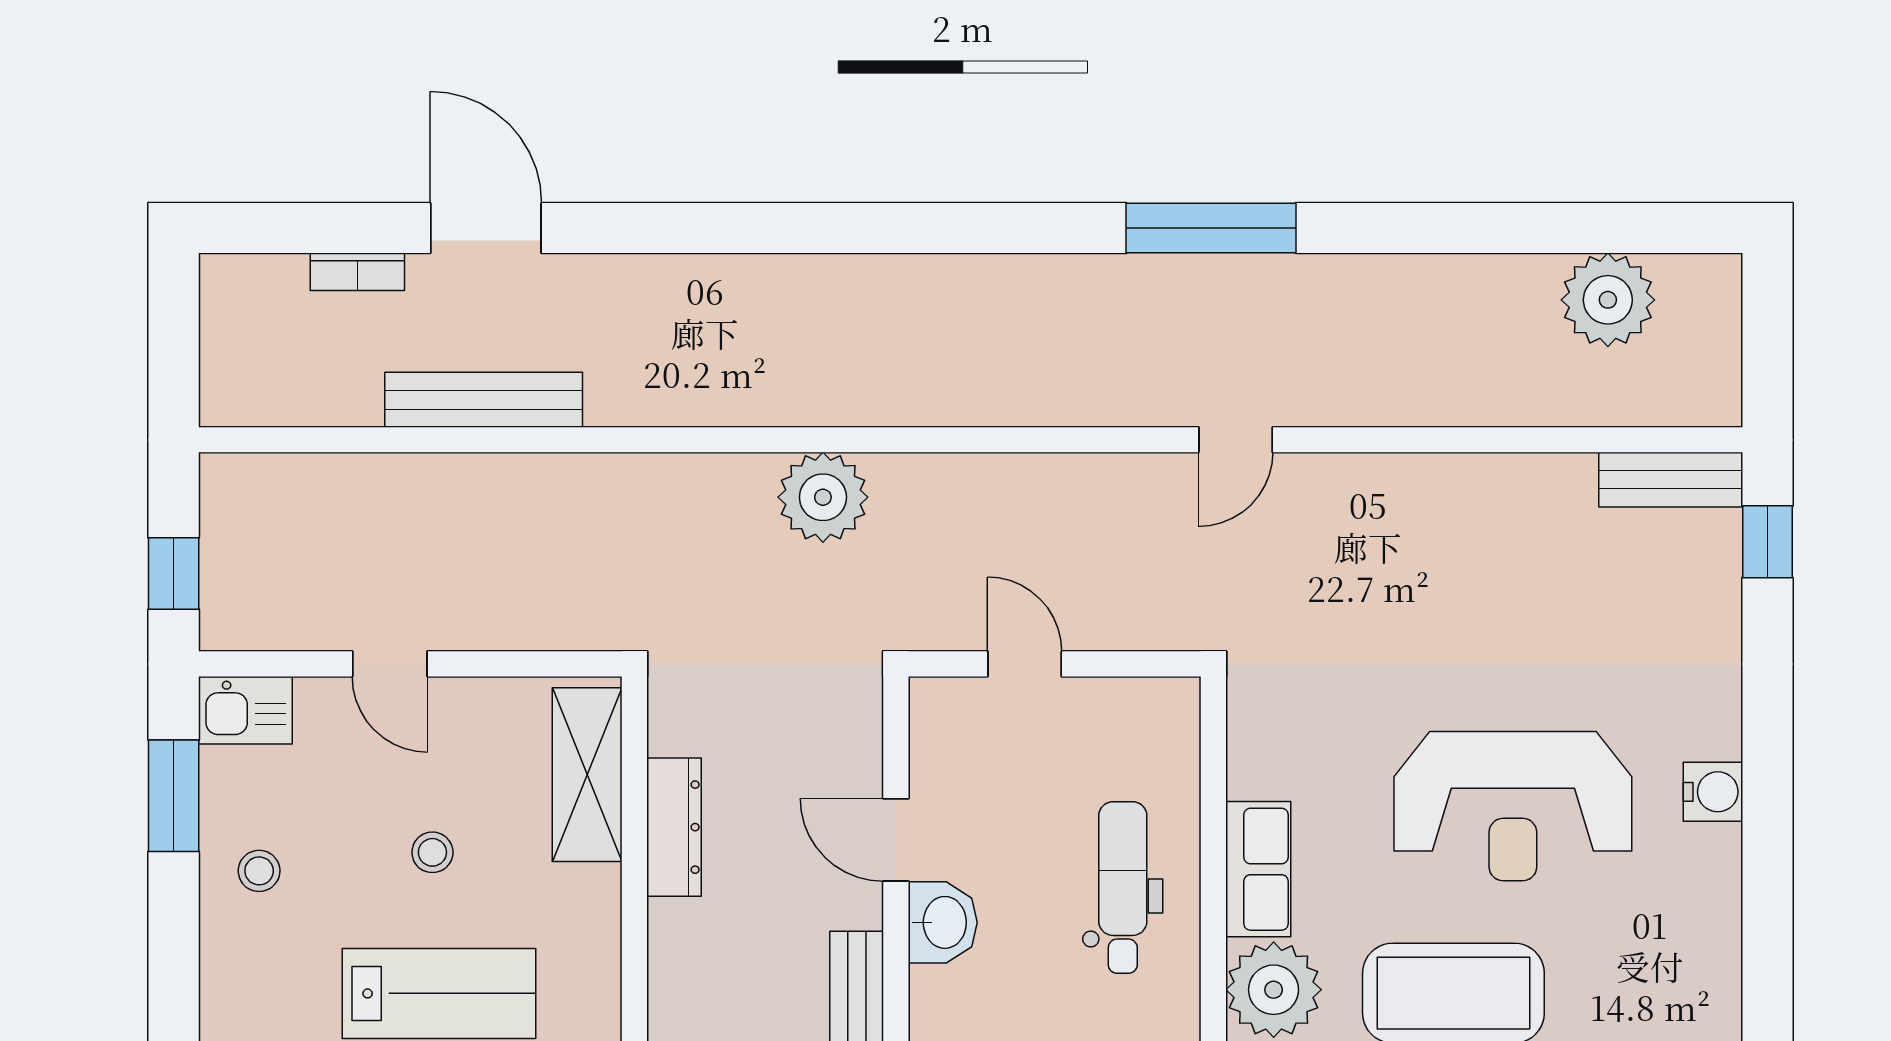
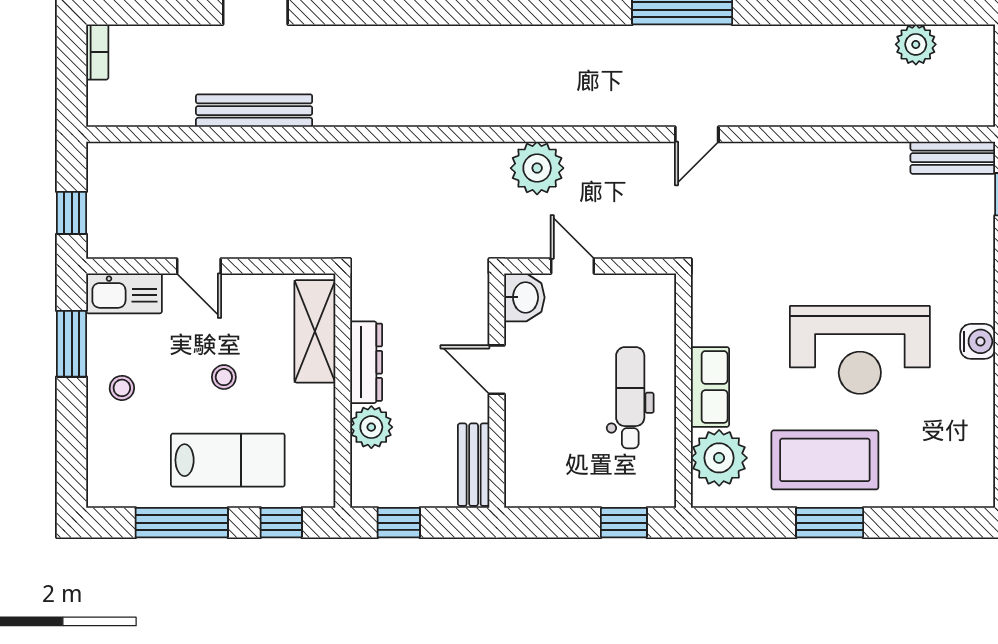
bookcase: (357, 272) -> (97, 52), moved, turned -90
plant: (1608, 300) -> (916, 44), width x0.73, depth x0.73
plant: (823, 497) -> (537, 168), moved
kitchen sink: (245, 710) -> (124, 293), width x1.38
washbasin: (943, 922) -> (524, 297), moved
plant: (683, 937) -> (371, 427), added

